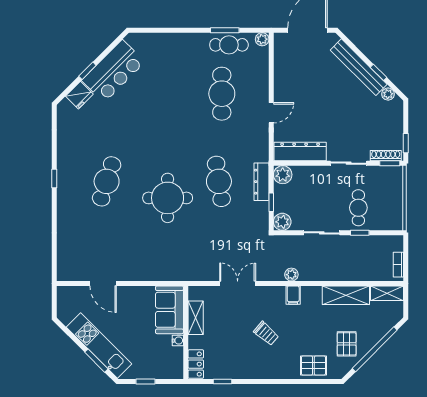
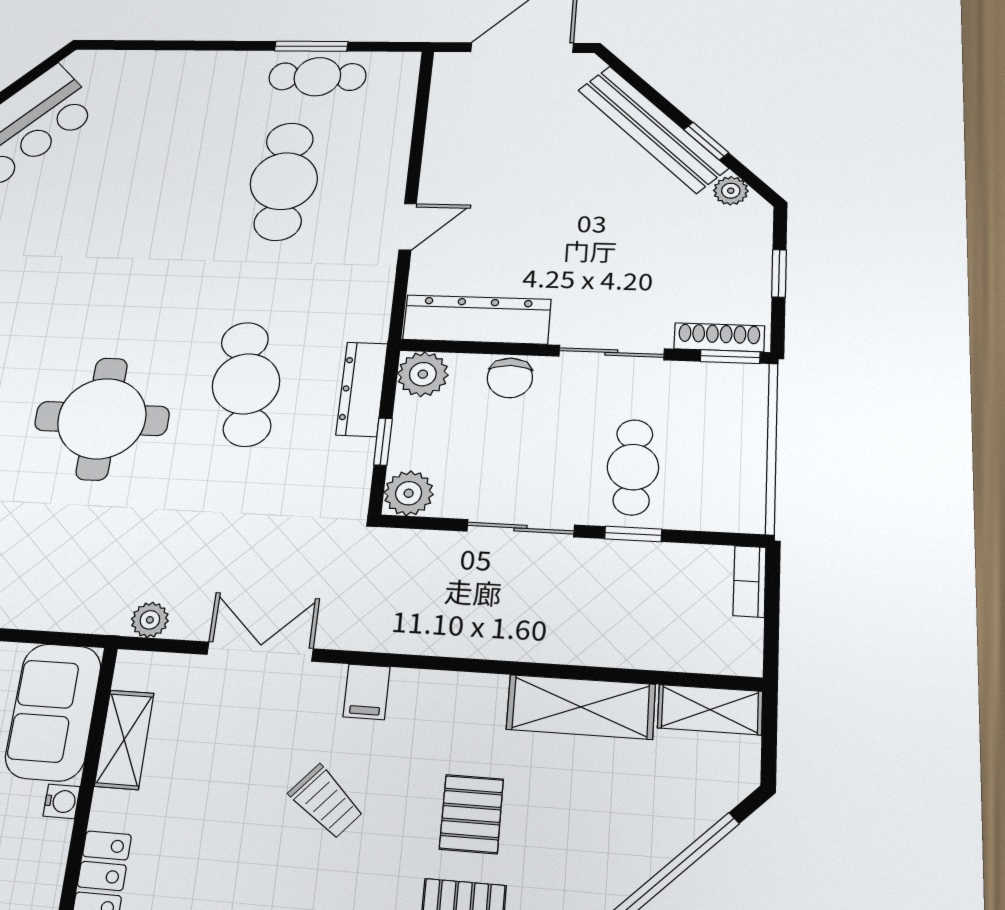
plant: (262, 39) -> (403, 66), removed
window: (406, 143) -> (779, 273), moved
chair: (314, 175) -> (510, 378), added
bookcase: (398, 265) -> (749, 581), moved
plant: (291, 275) -> (150, 620), moved
filing cabinet: (293, 295) -> (367, 692), moved
pallet: (347, 344) -> (471, 814), moved

